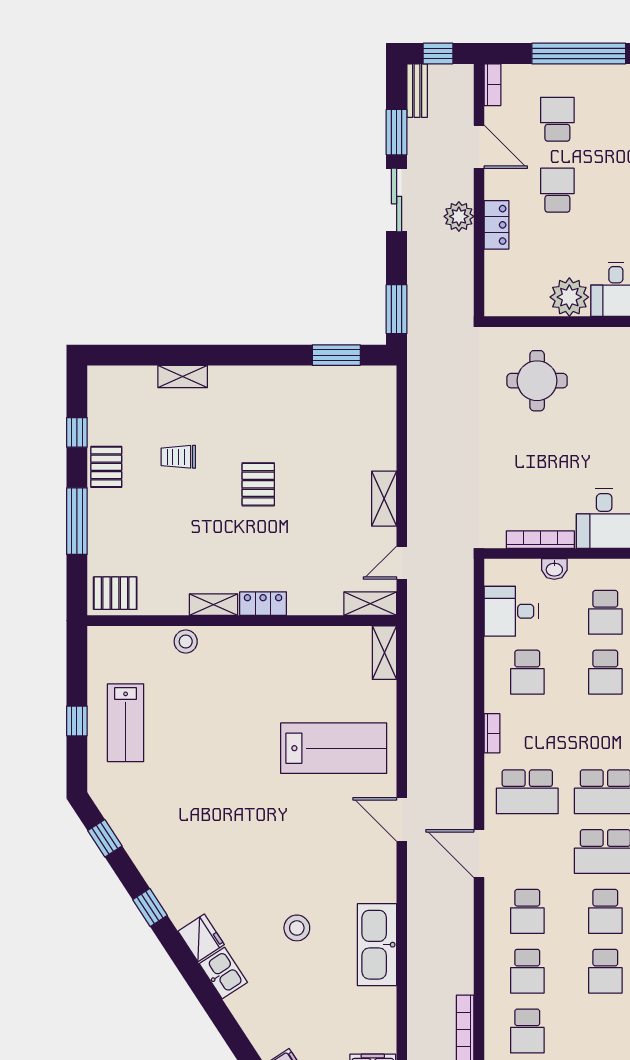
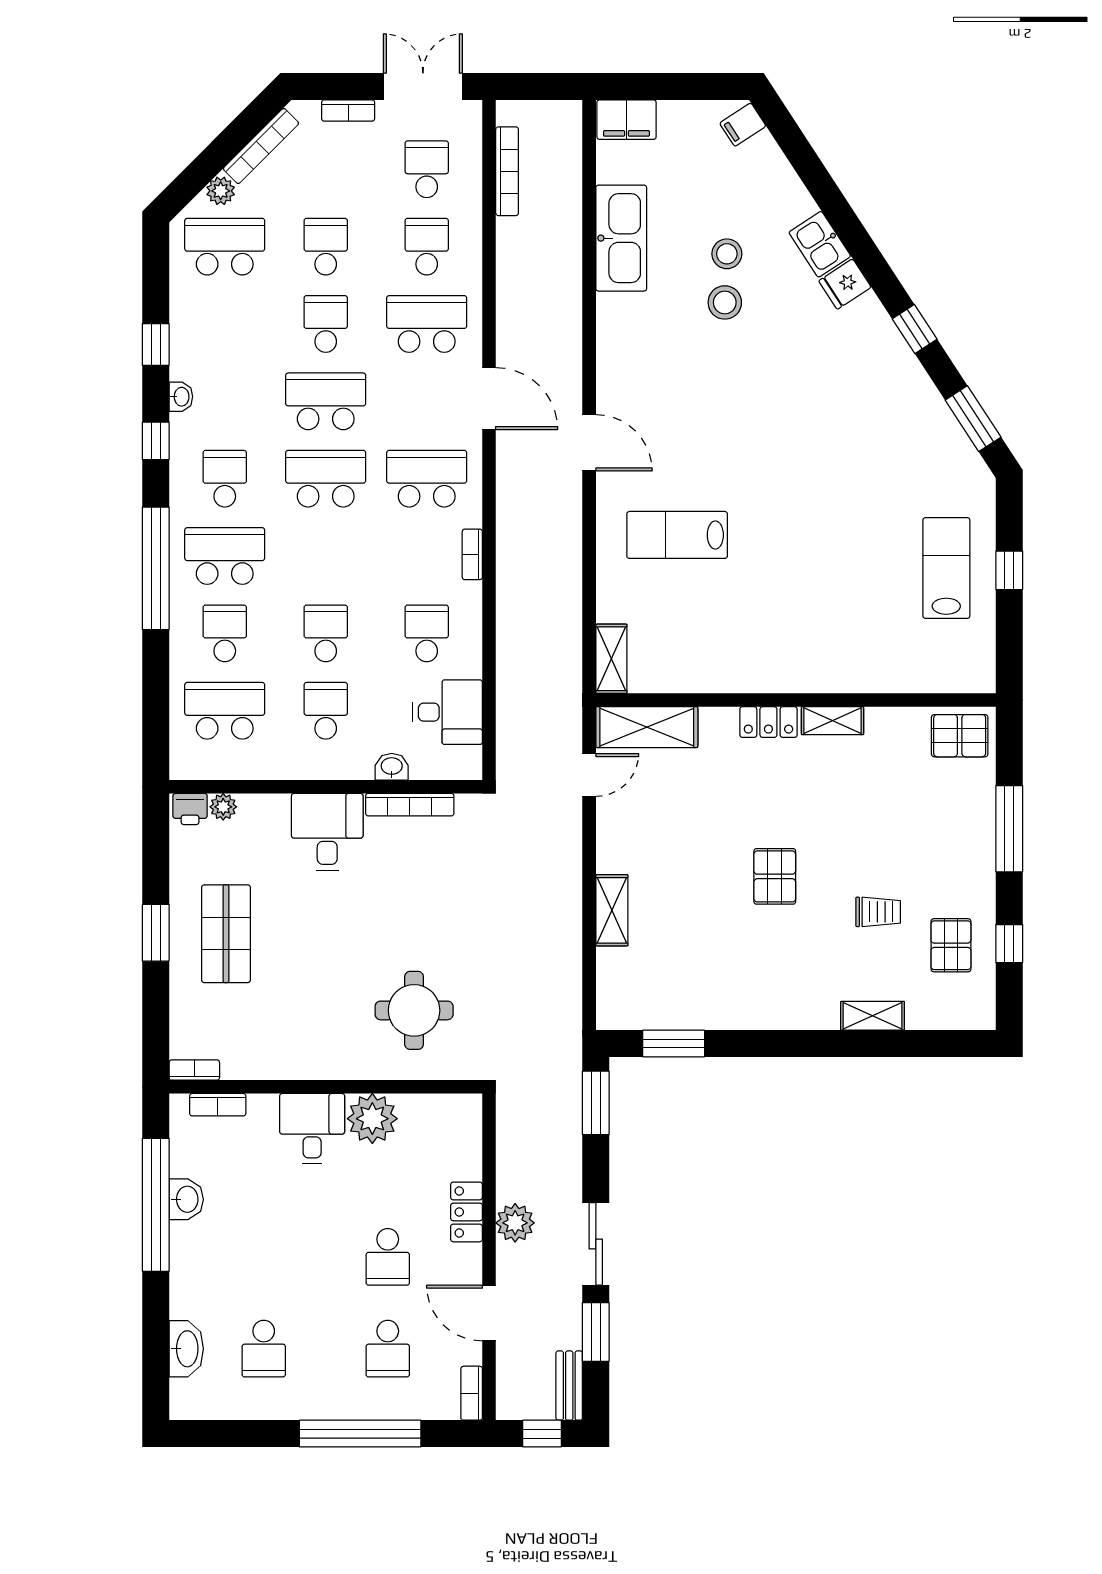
pallet: (106, 467) -> (951, 945), moved
shelving: (384, 499) -> (612, 910), moved
shelving: (370, 604) -> (647, 727), width x1.50, depth x1.33
stool: (186, 641) -> (727, 254), moved
lab bench: (334, 748) -> (677, 535), width x0.73, depth x0.72
window: (105, 838) -> (973, 419), width x1.50
school desk: (527, 911) -> (427, 324), width x1.85
fridge: (201, 938) -> (845, 284), width x0.72
kitchen sink: (377, 945) -> (621, 238), moved

